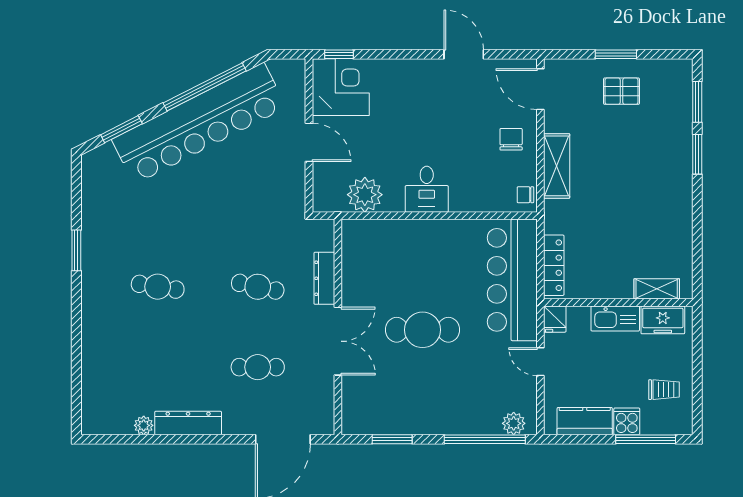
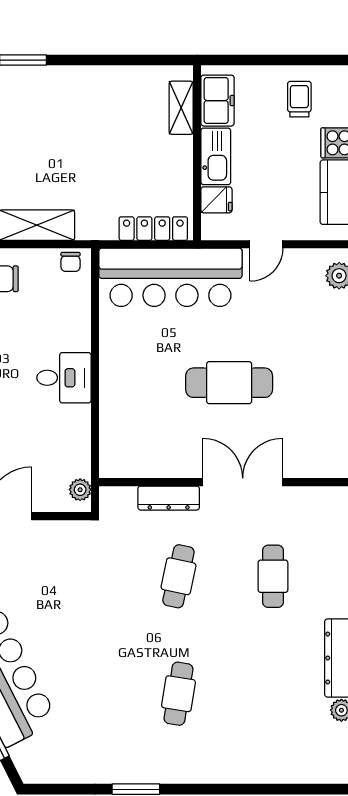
plant: (365, 195) -> (80, 490), moved, width x0.53, depth x0.53
fridge: (555, 319) -> (216, 200), moved
cafe table: (423, 330) -> (229, 383), turned 90

